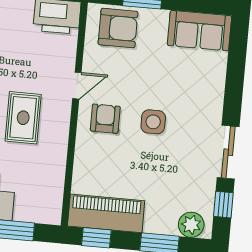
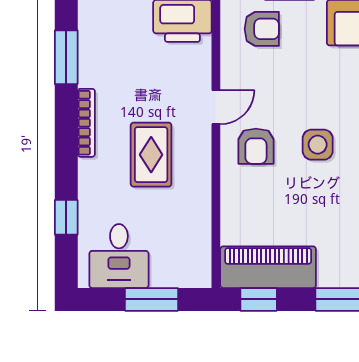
armchair: (118, 28) -> (262, 29), width x0.72, depth x0.72
armchair: (105, 119) -> (256, 146), turned 180

